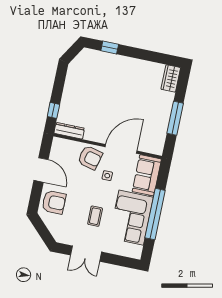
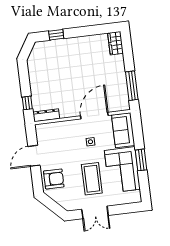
window: (175, 118) -> (132, 86), moved
armchair: (90, 158) -> (71, 132), removed
door: (41, 170) -> (34, 156), swing flipped
window: (155, 214) -> (141, 160), width x0.47
coffee table: (95, 216) -> (92, 179), width x1.86, depth x1.72

